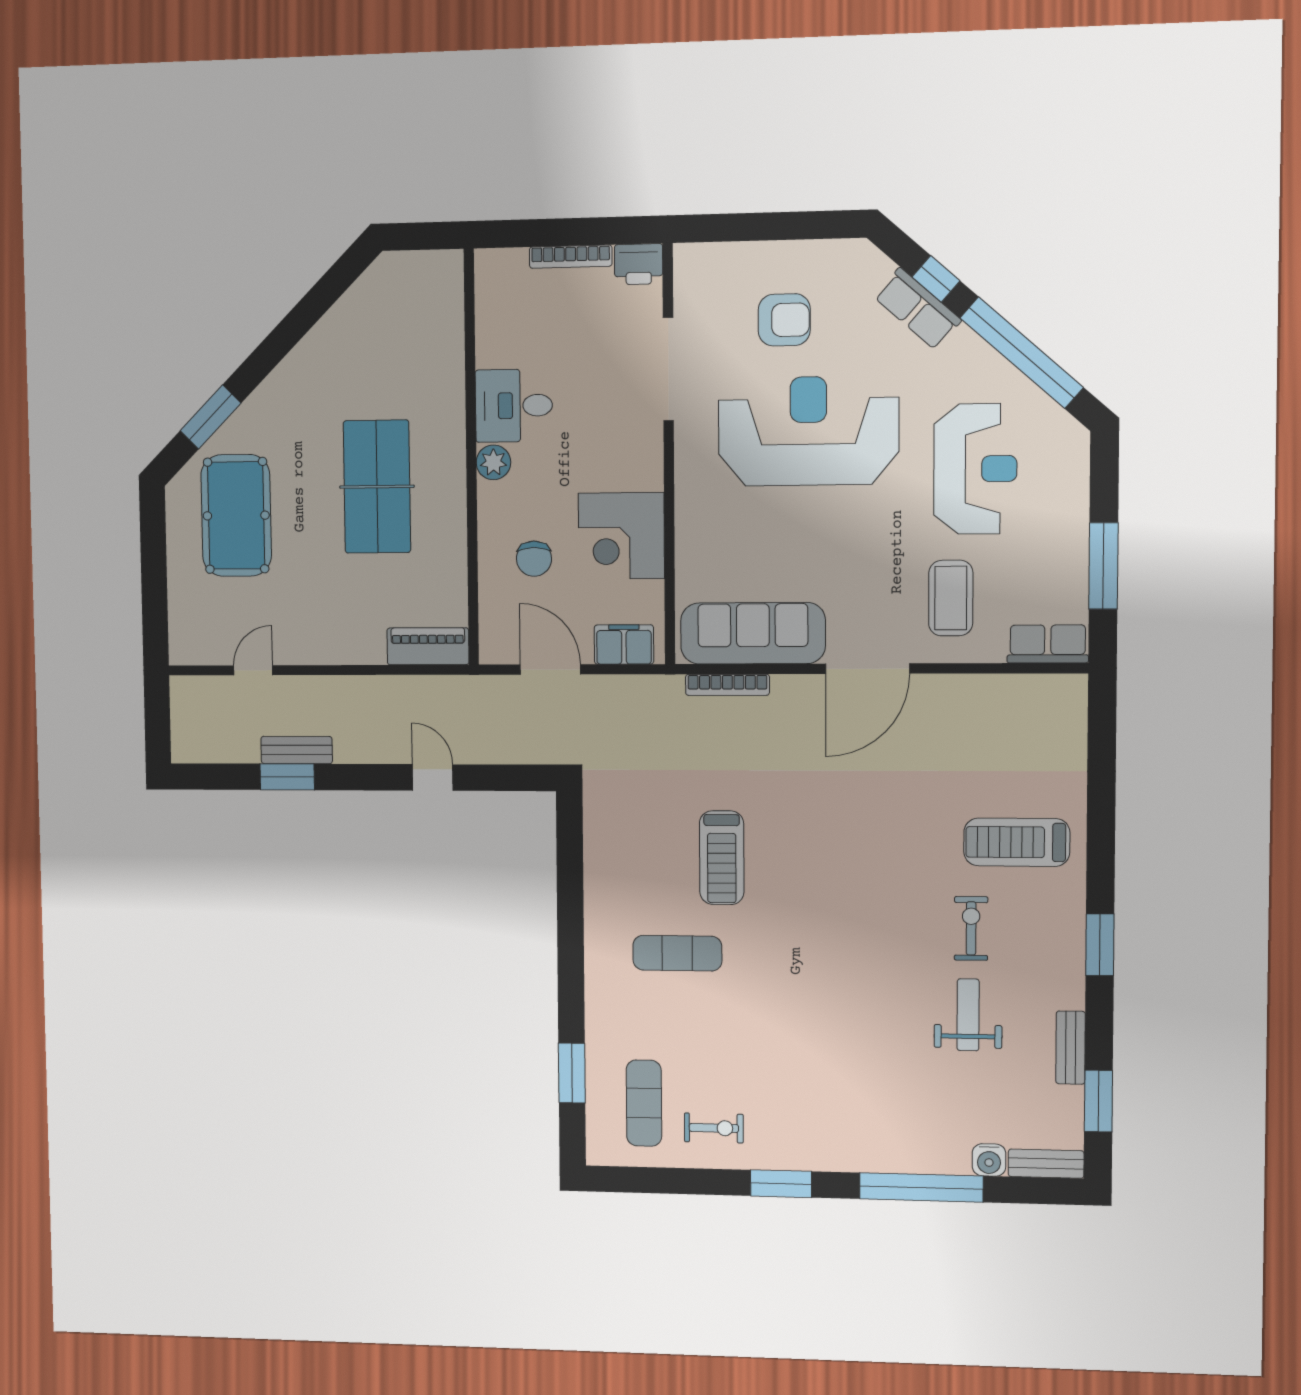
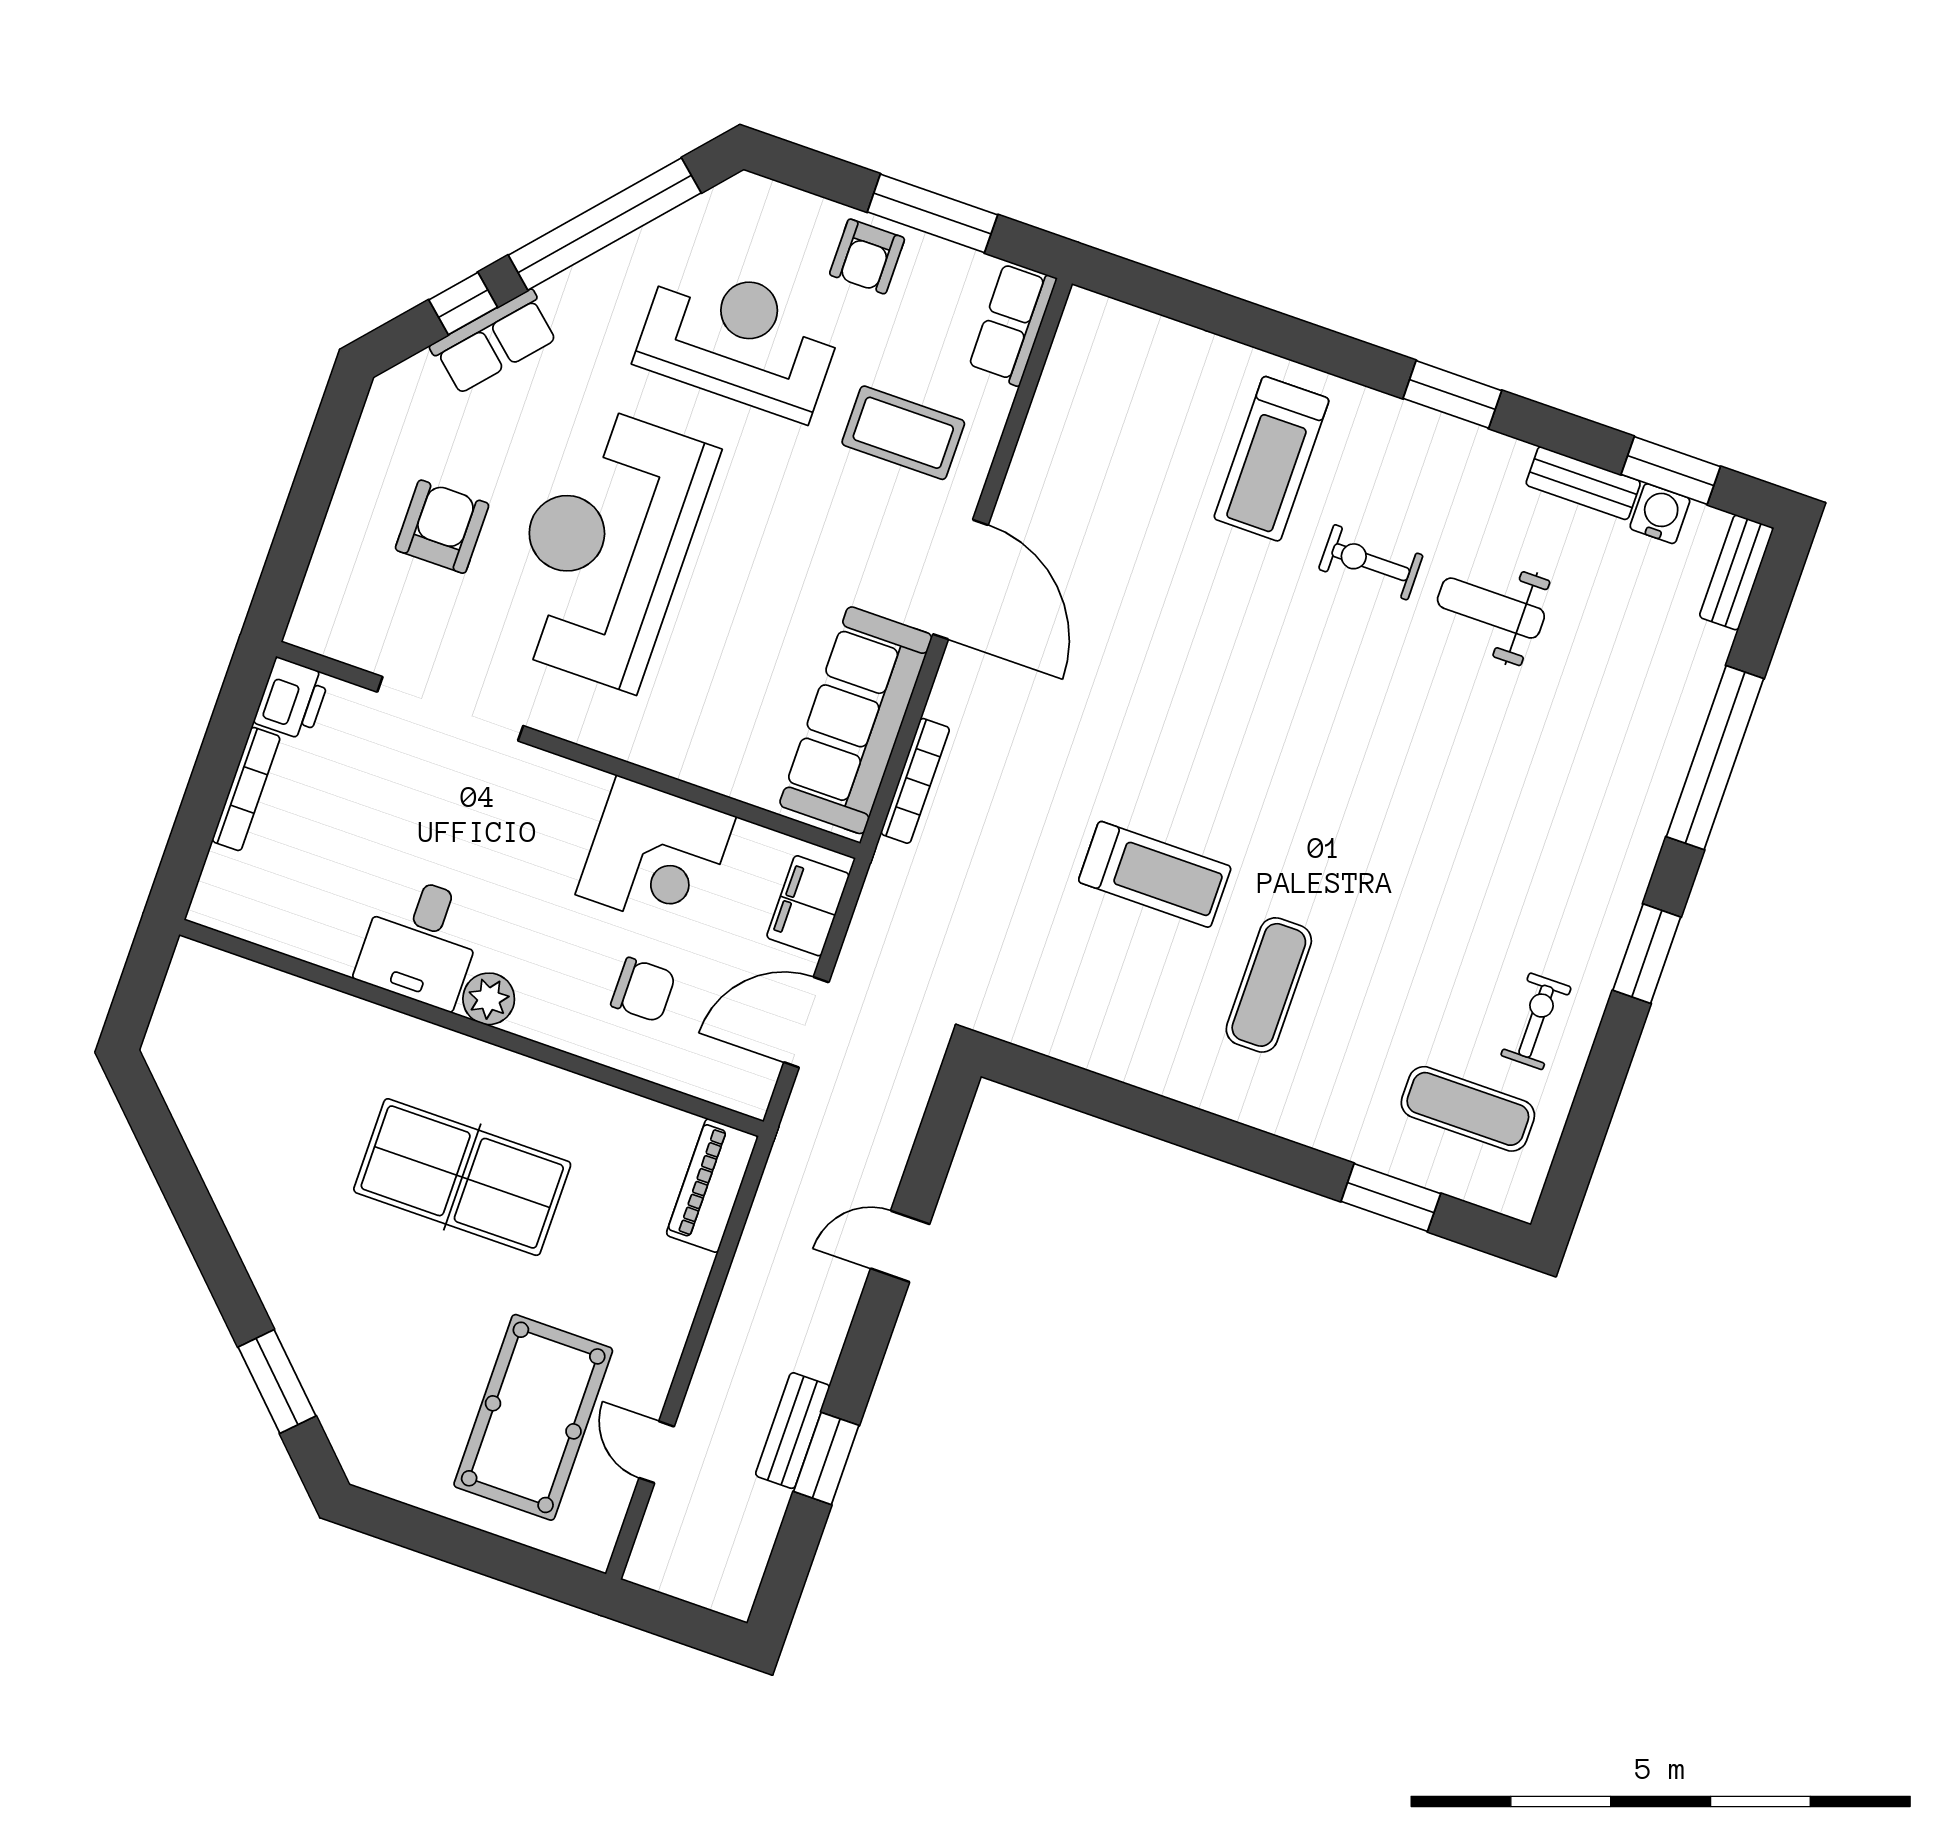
pool table: (236, 516) -> (533, 1417), moved, turned 90
armchair: (1060, 533) -> (867, 256), added
water cooler: (989, 1160) -> (1660, 514), moved, turned -90

